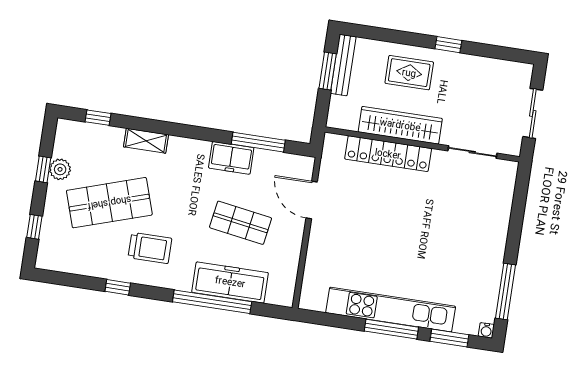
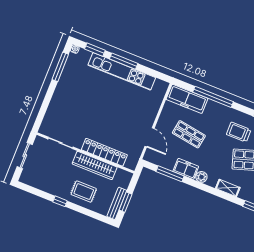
plant: (199, 150) -> (201, 177), added
freezer: (230, 282) -> (187, 99), moved

